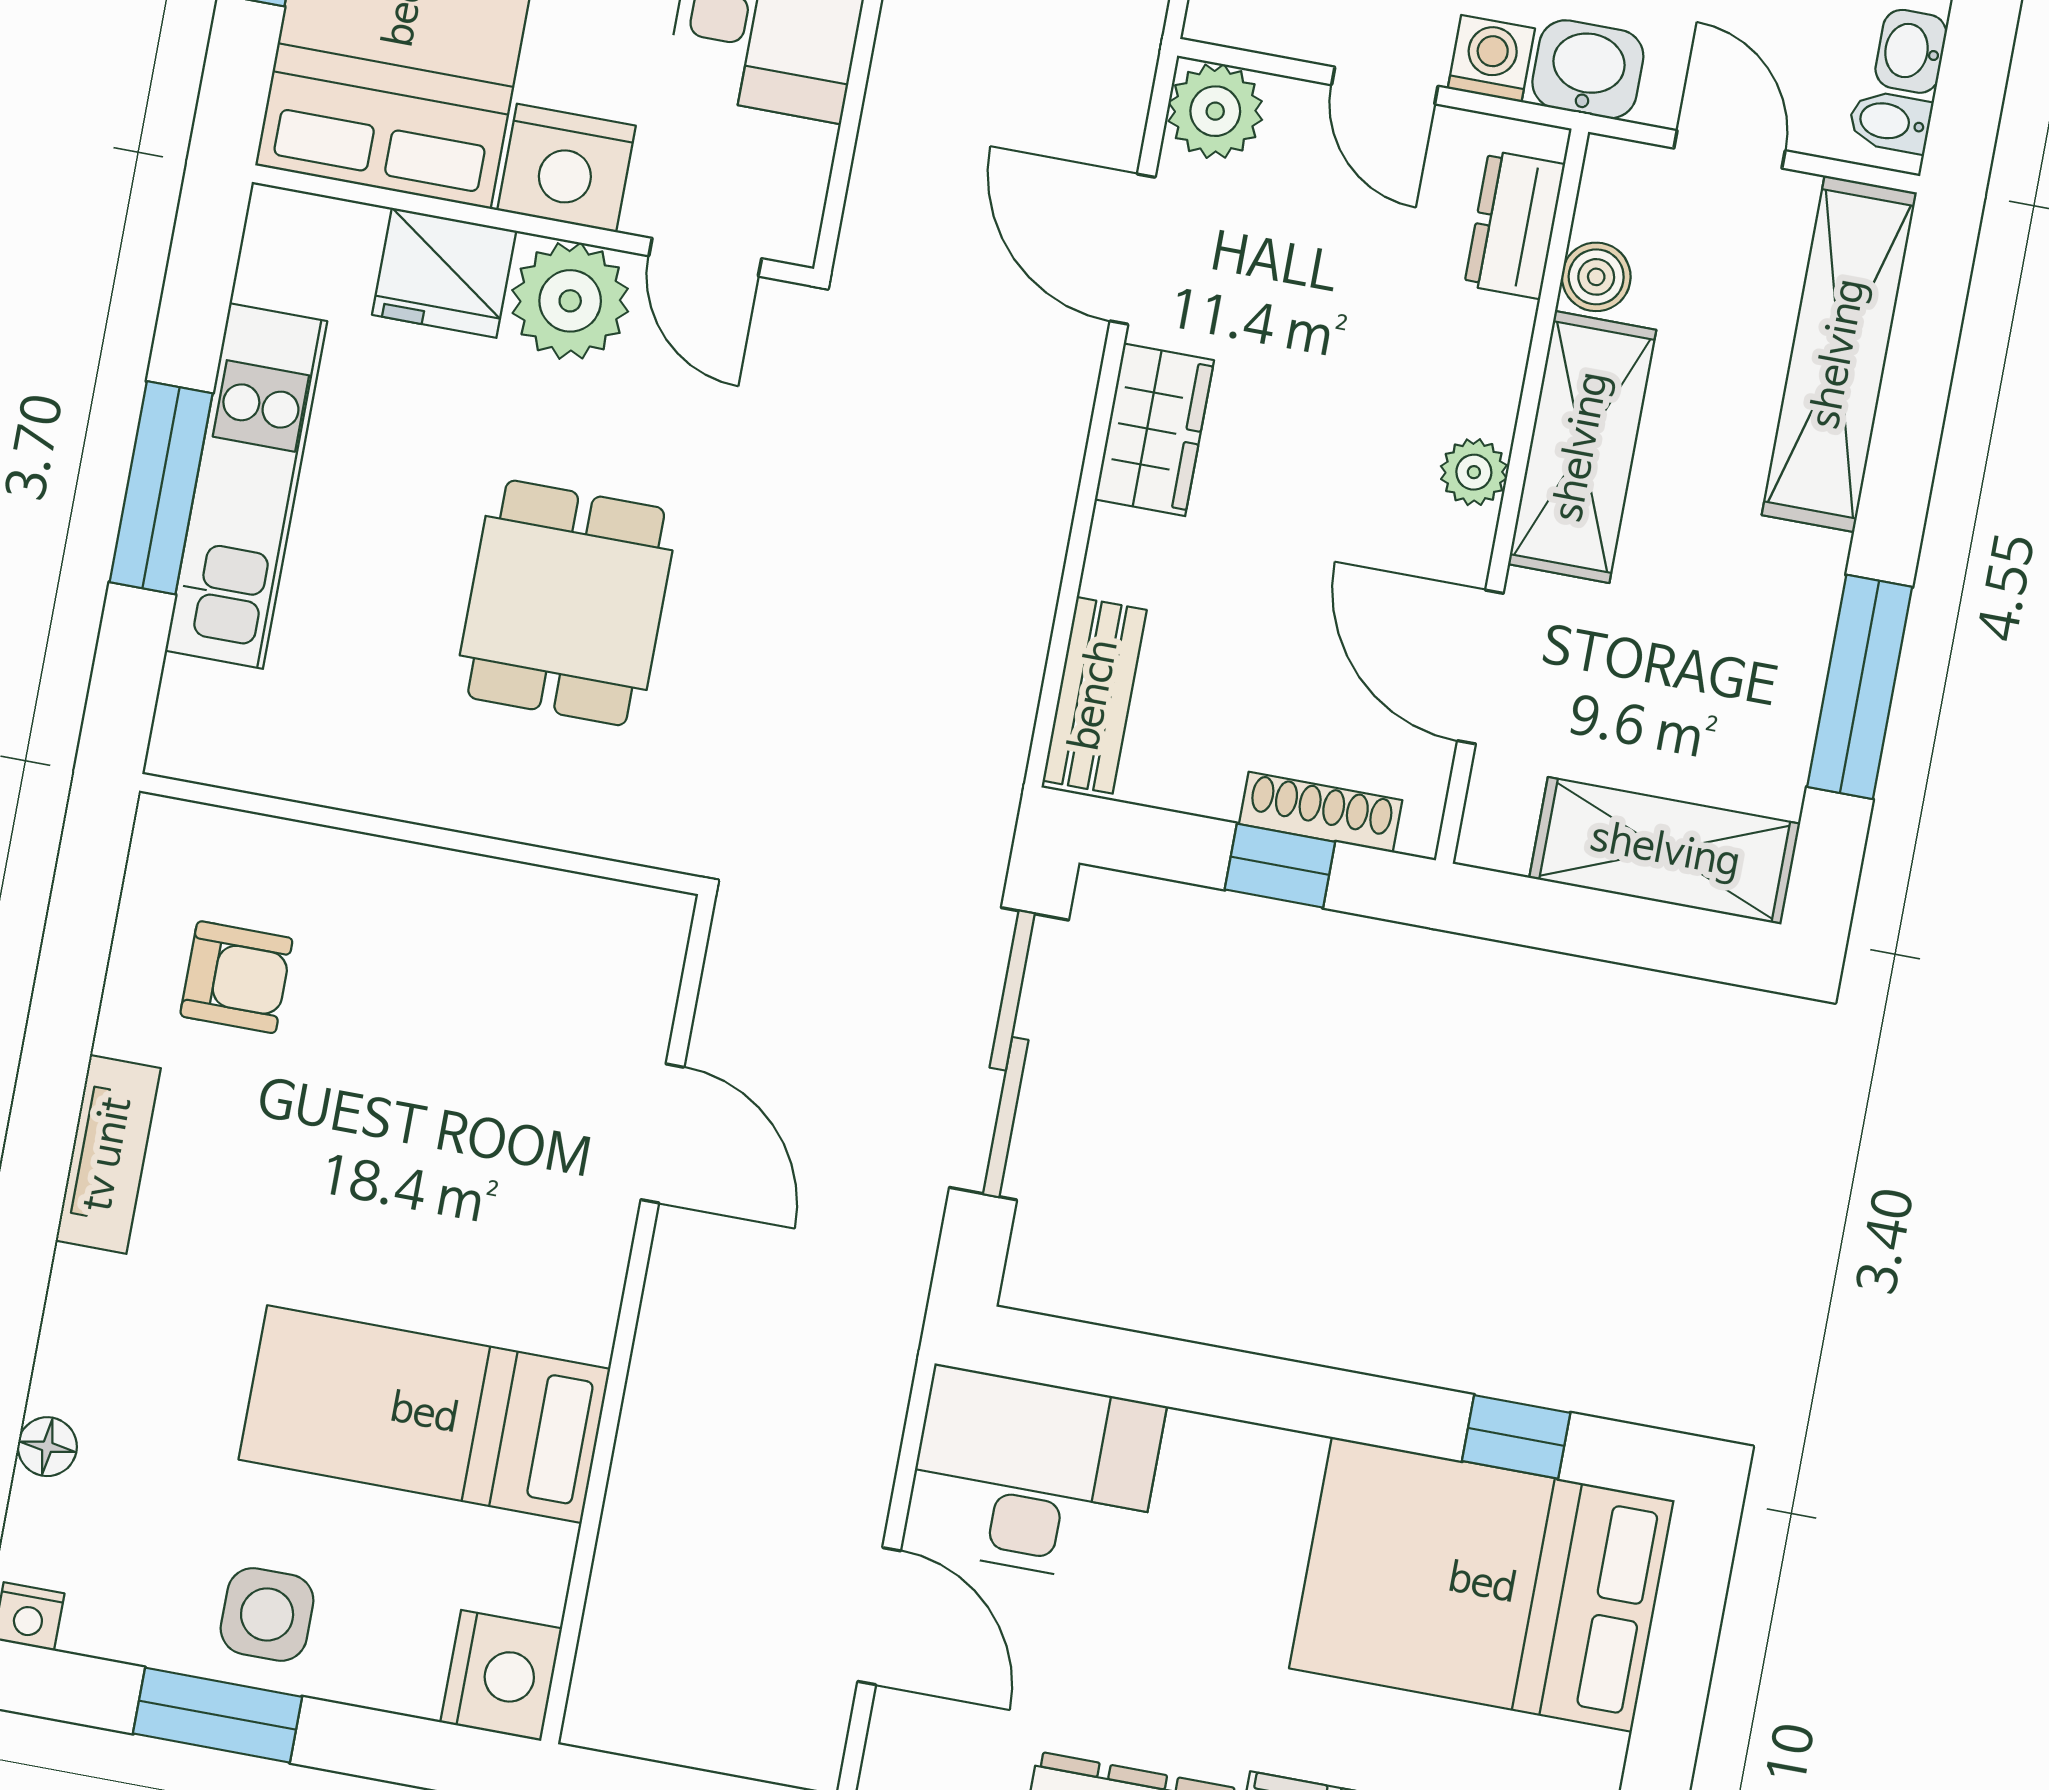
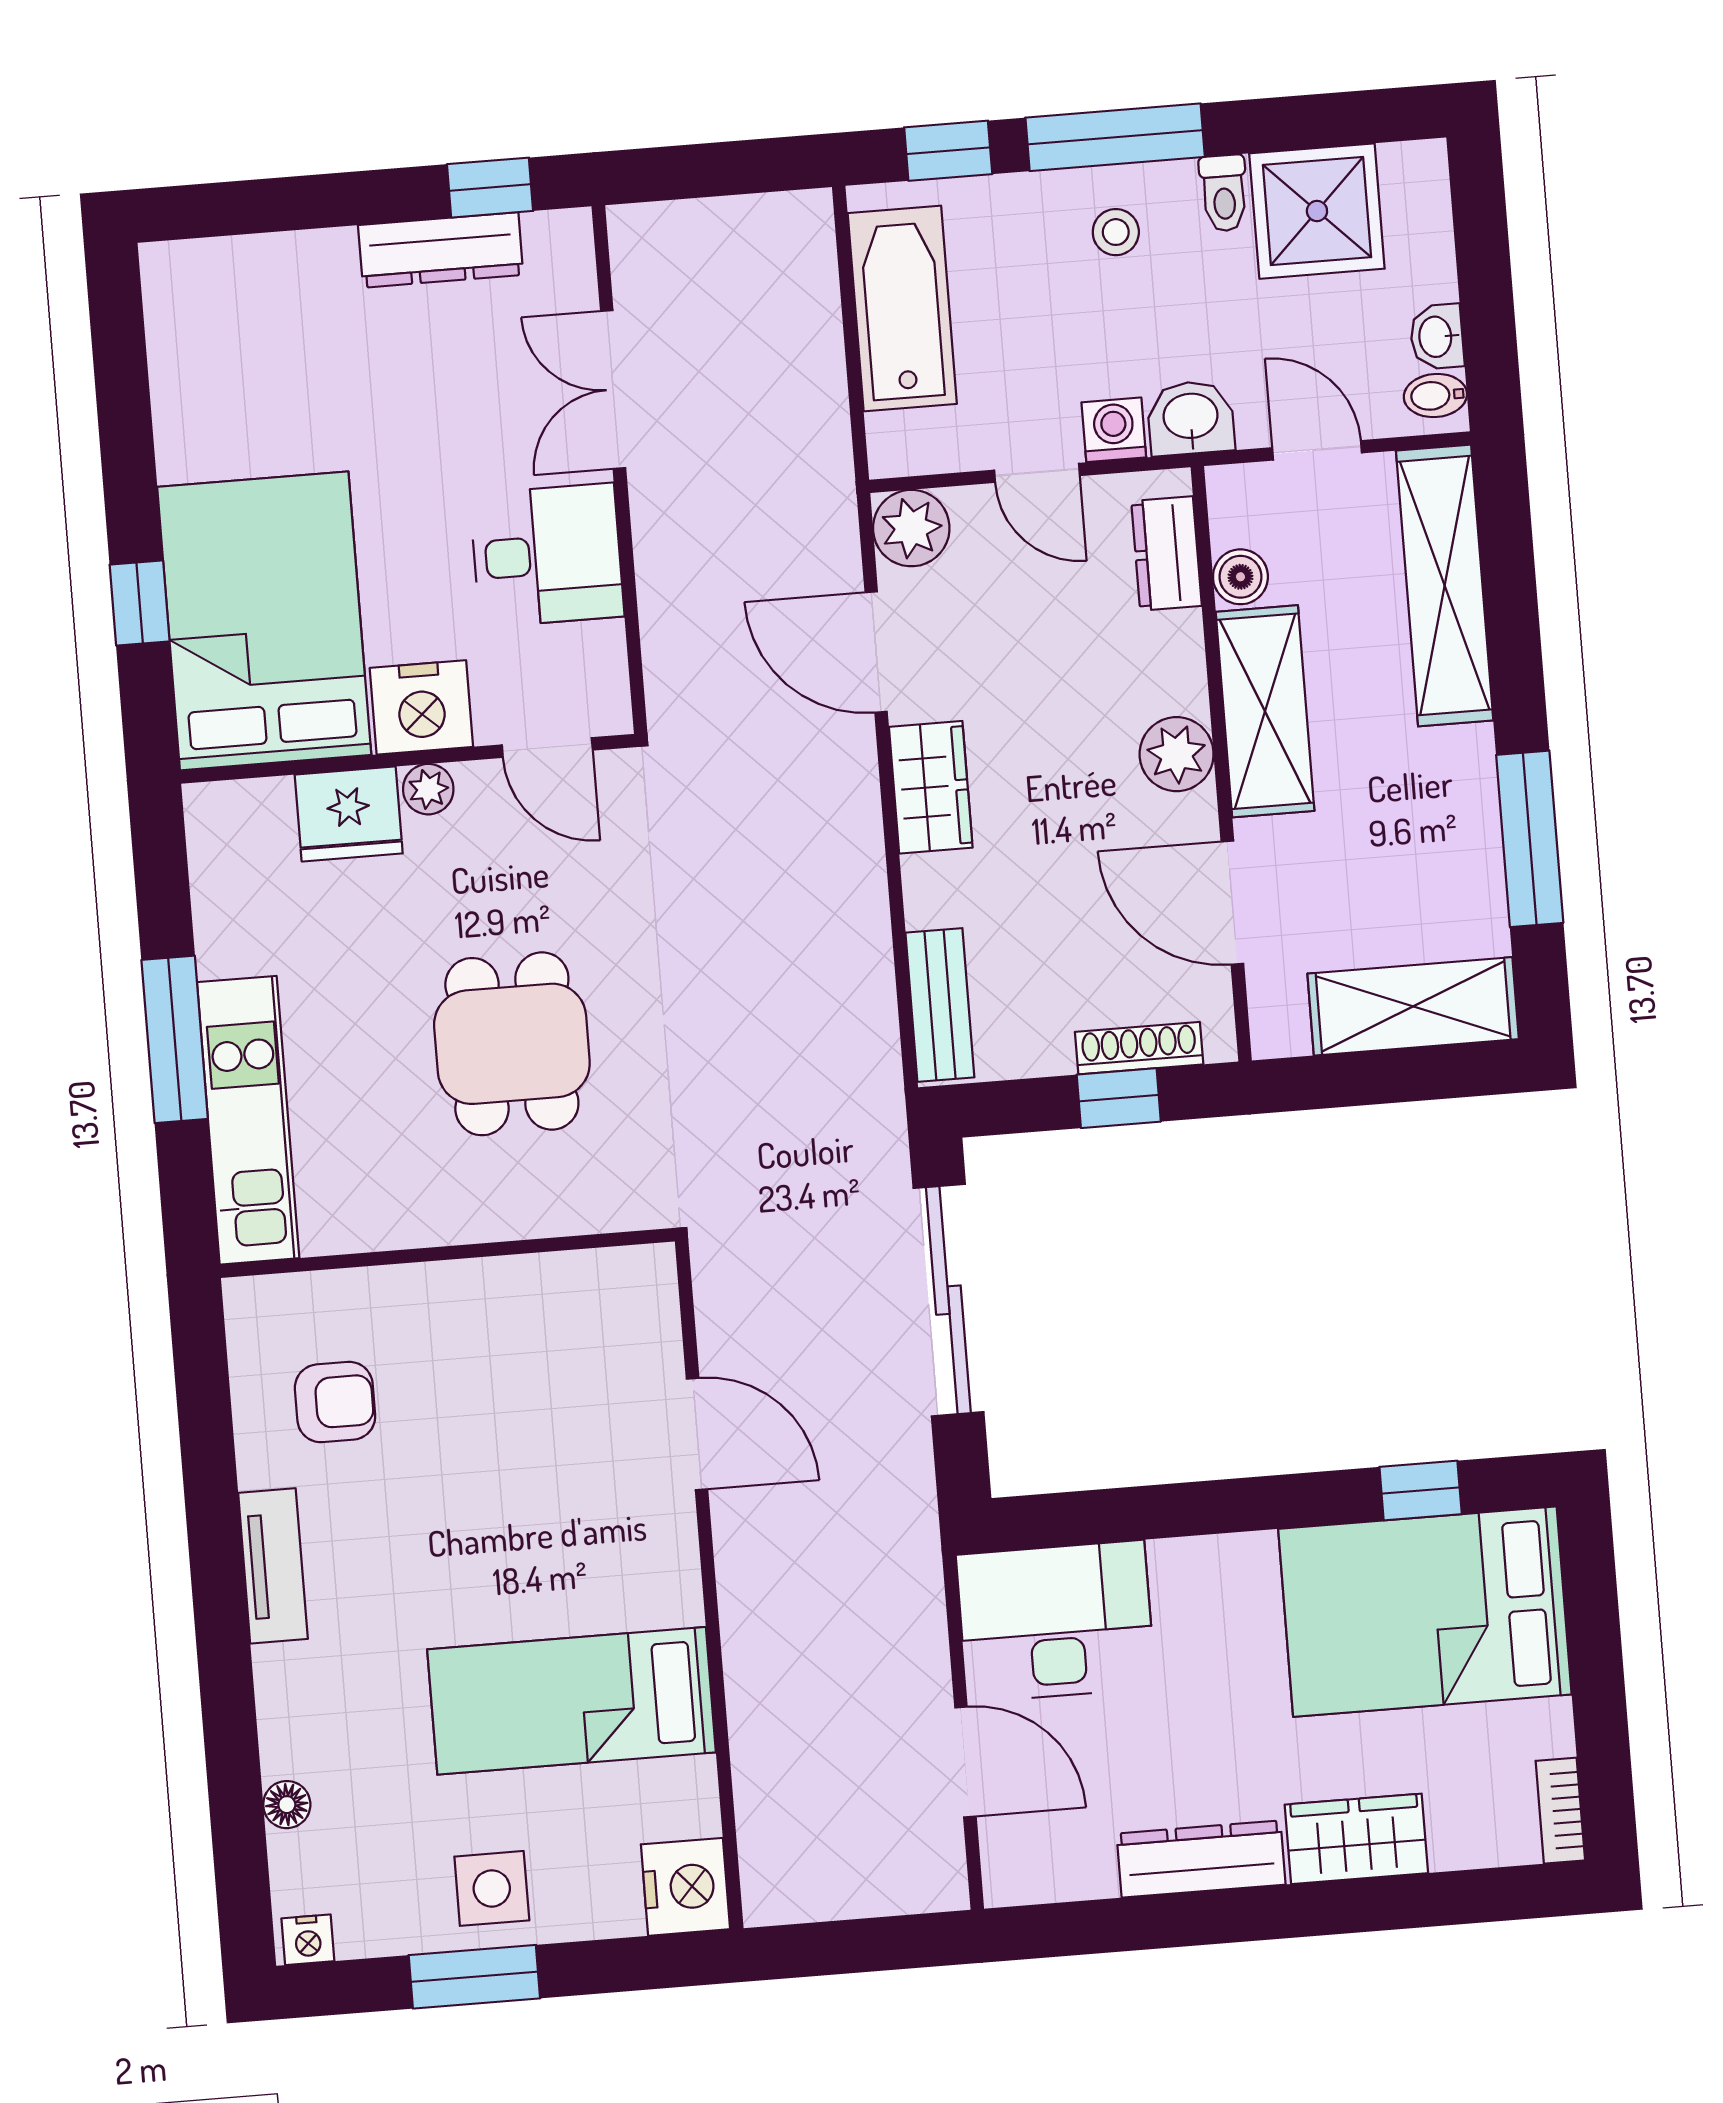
plant: (570, 301) -> (428, 789), width x0.53, depth x0.53
plant: (1474, 472) -> (1177, 754), width x1.38, depth x1.38
kitchen unit: (246, 486) -> (248, 1120), moved

